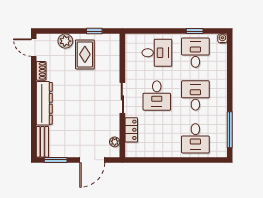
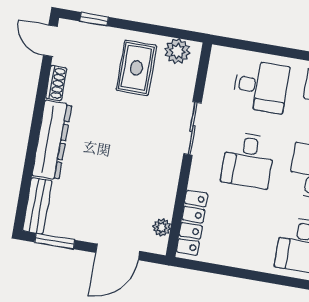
window: (94, 31) -> (94, 19), moved
plant: (65, 41) -> (177, 51), moved
sliding door: (122, 98) -> (193, 128), moved
locker: (131, 130) -> (192, 223), width x1.53

